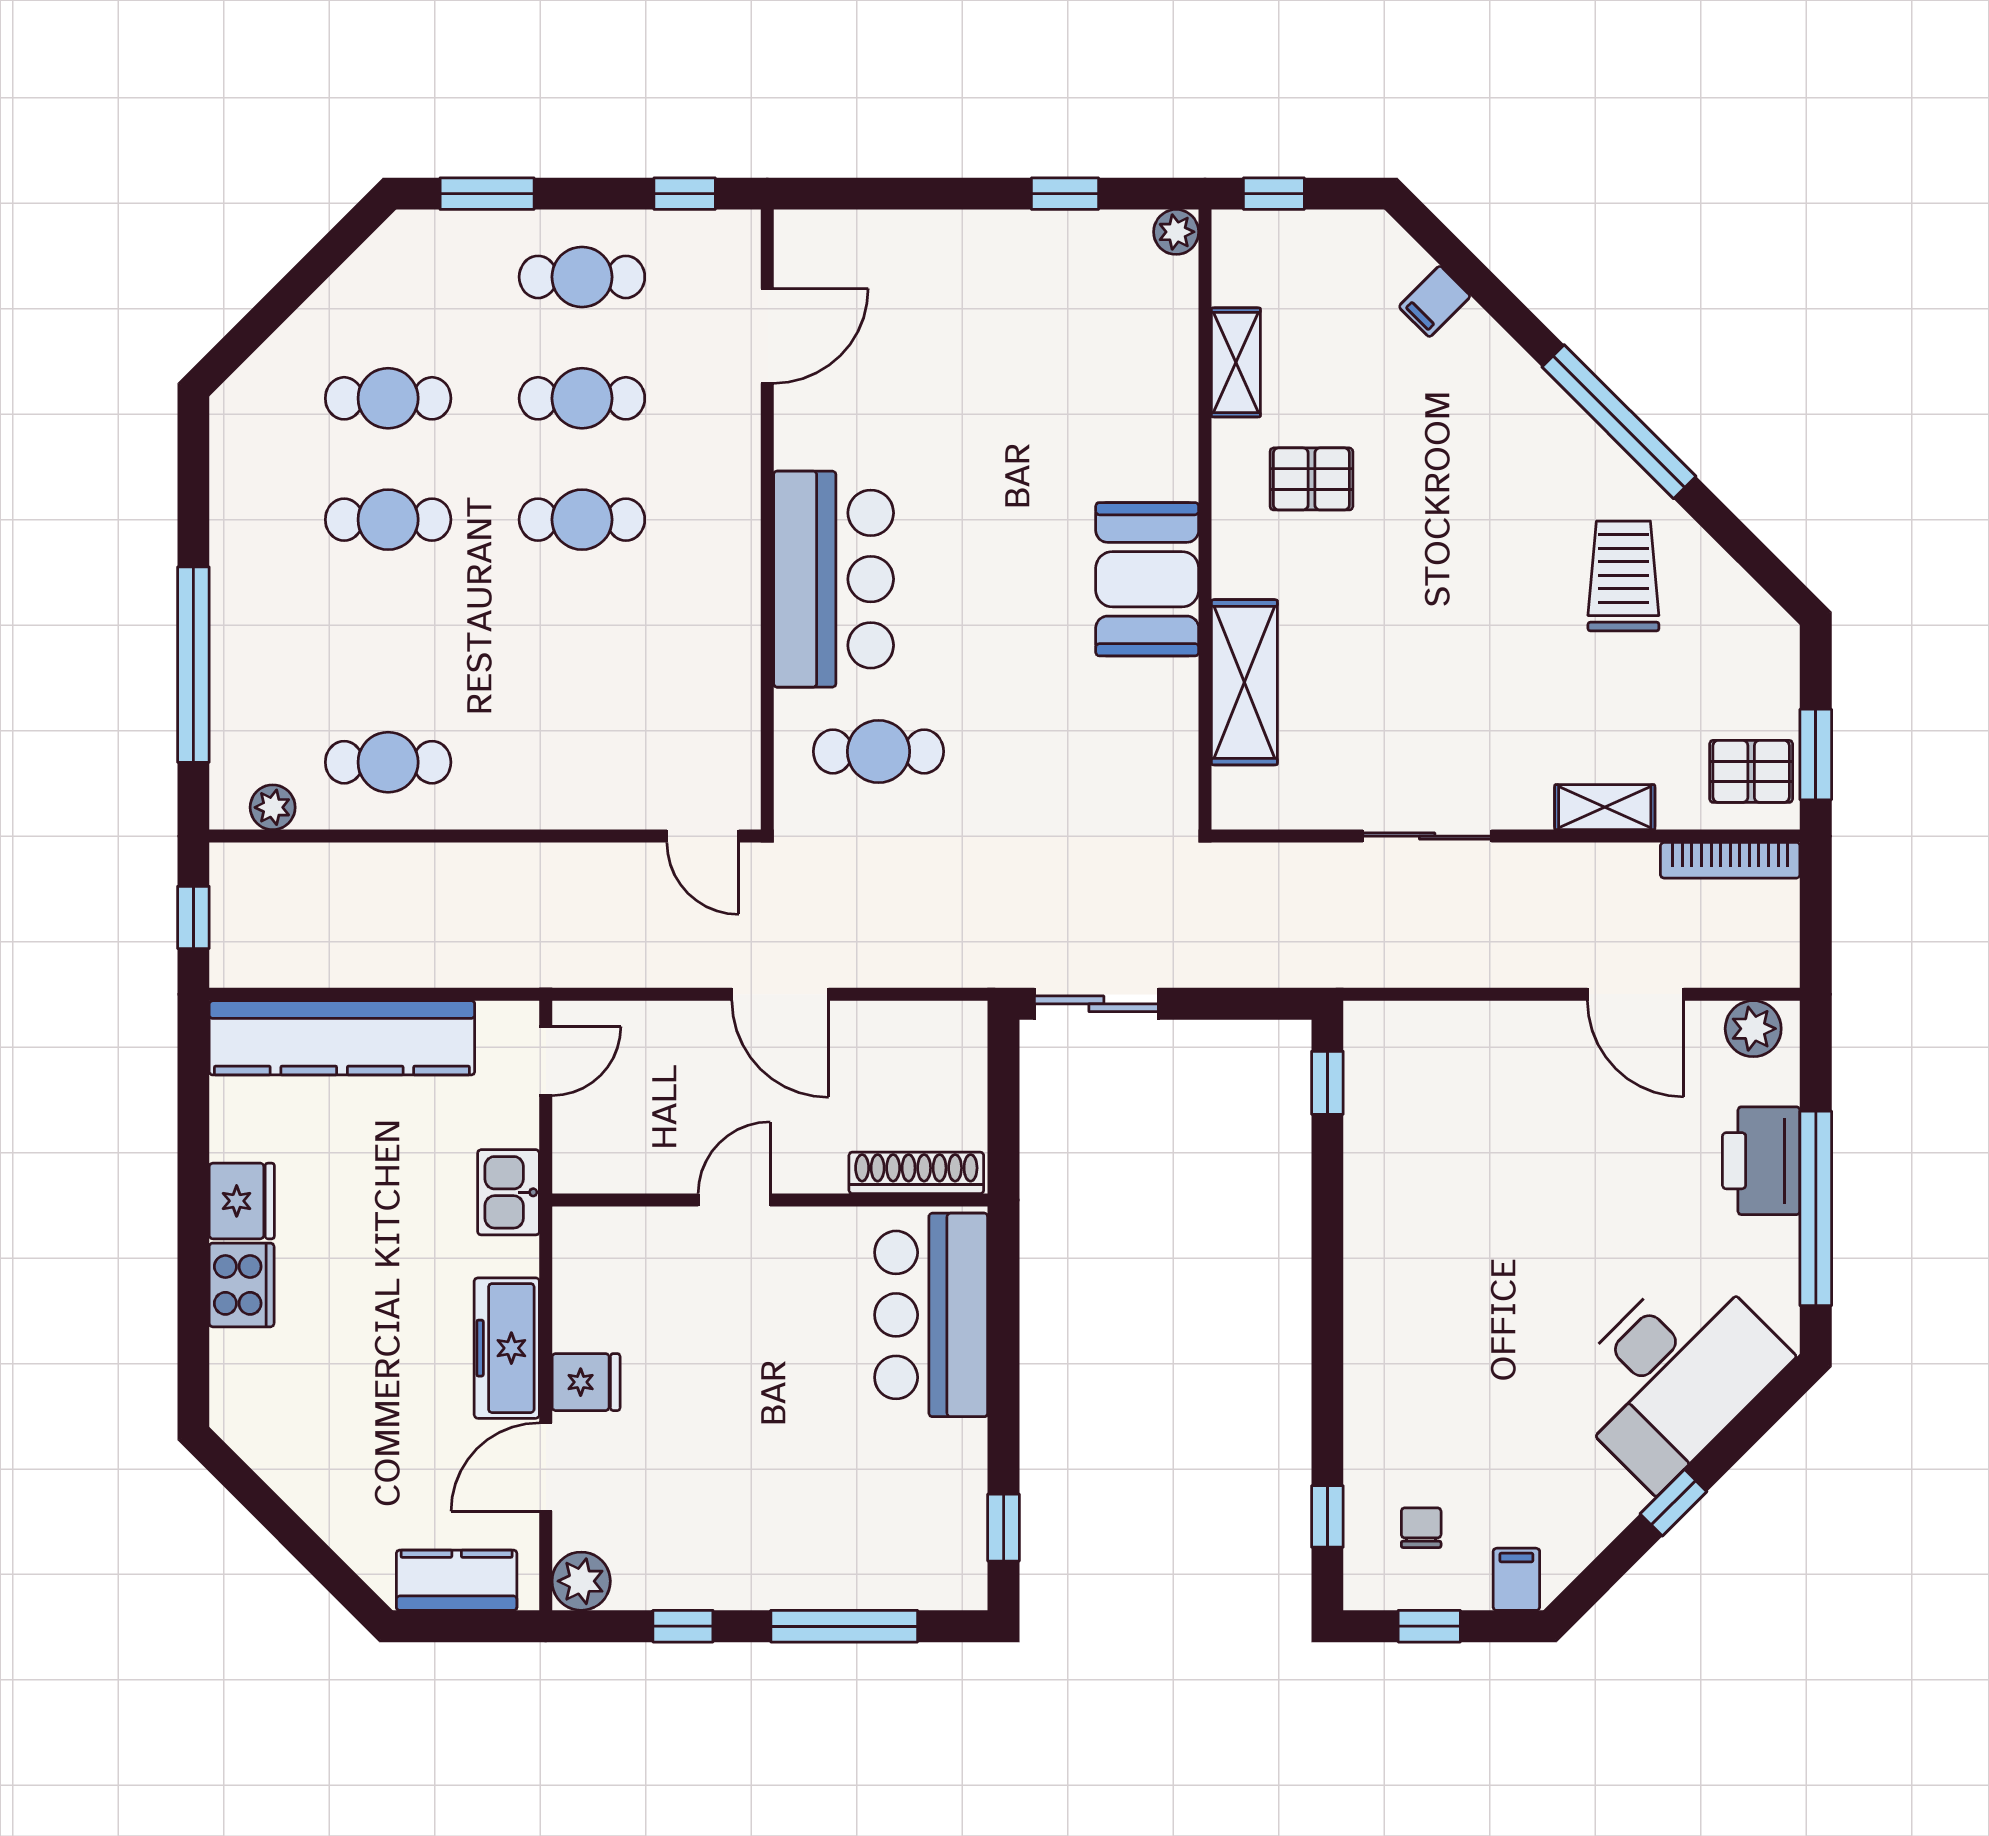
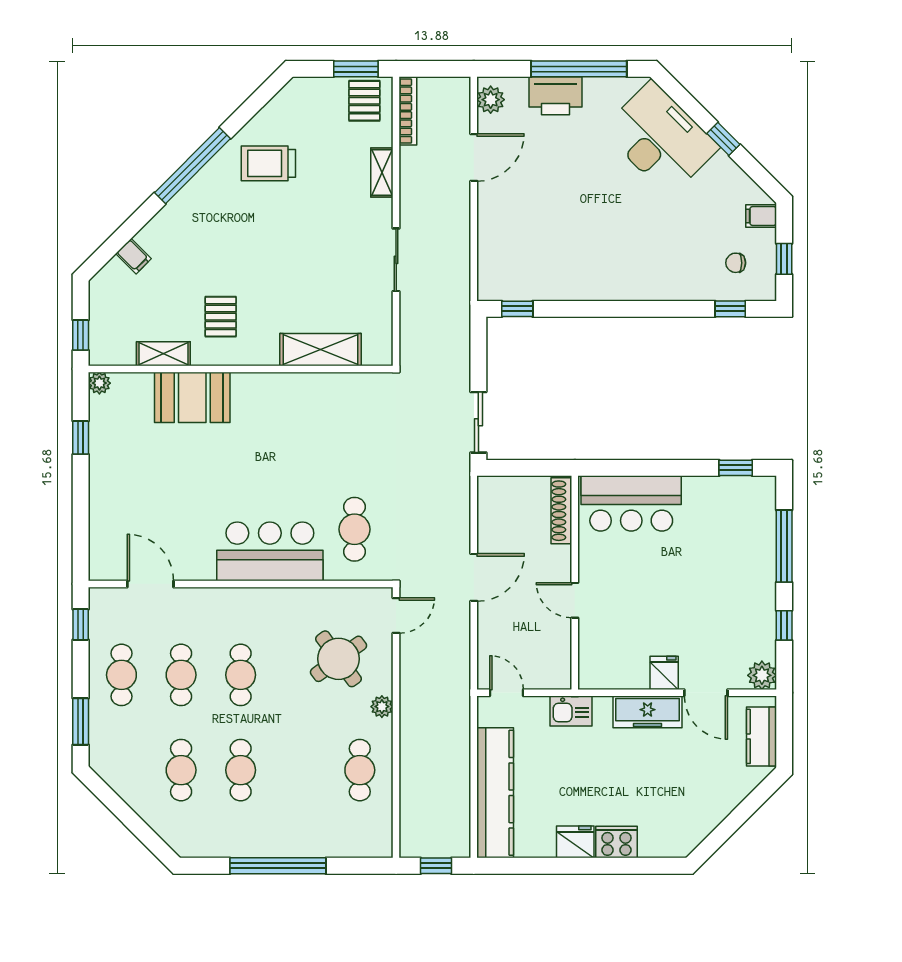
booth: (1147, 579) -> (192, 397), moved
window: (193, 665) -> (278, 866), moved
round table: (615, 719) -> (338, 659), added
plant: (273, 807) -> (382, 707), moved

